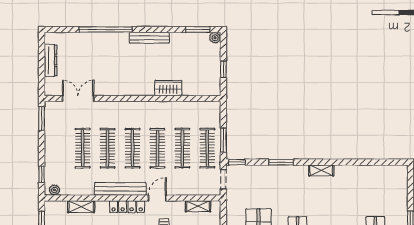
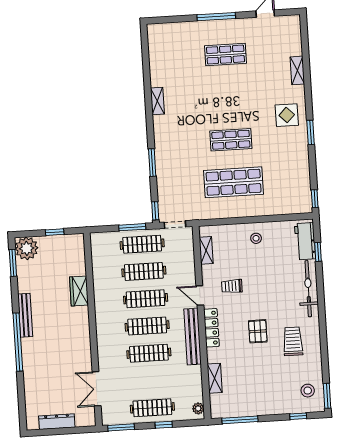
window: (106, 29) -> (18, 342), moved
plant: (215, 38) -> (27, 248), width x1.88, depth x1.88
clothes rail: (83, 148) -> (152, 408), moved
shelving: (321, 170) -> (157, 101), moved
window: (42, 174) -> (164, 425), moved

